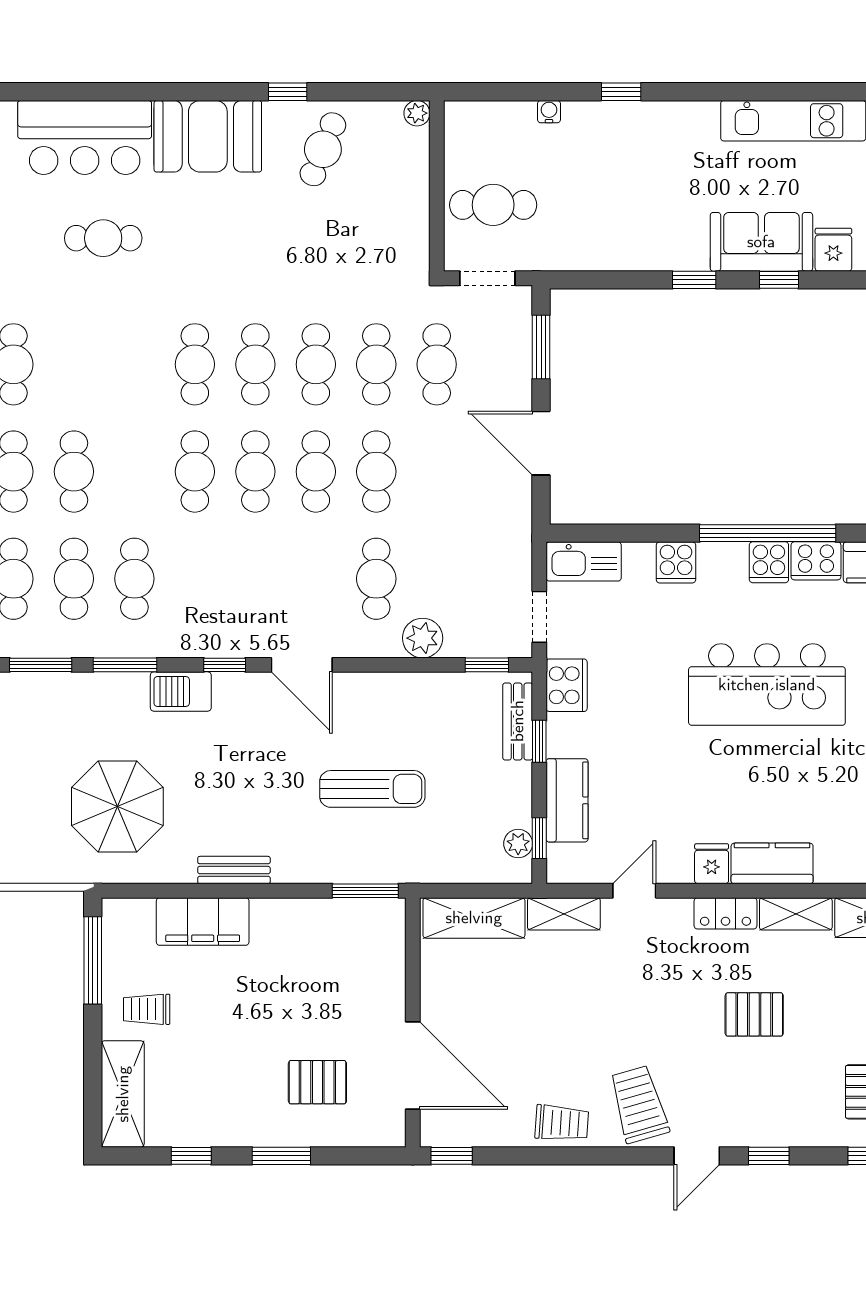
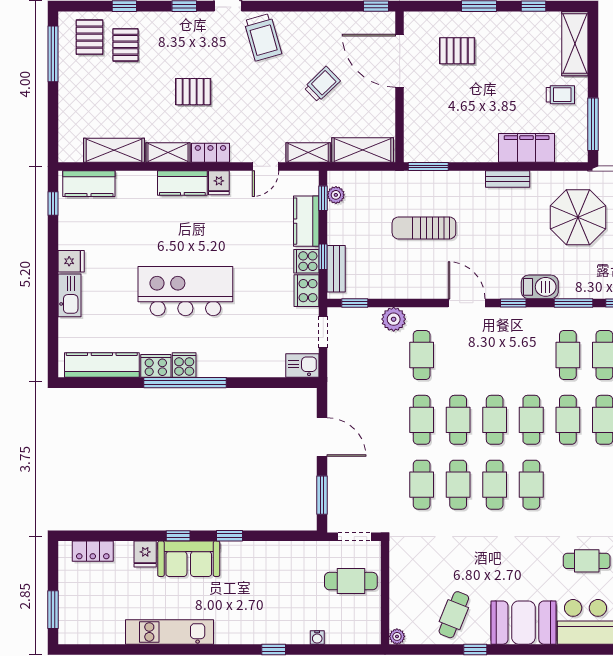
cafe table: (437, 364) -> (568, 420), moved
kitchen sink: (584, 561) -> (302, 365), width x0.73
cooker: (676, 562) -> (306, 261), moved, turned -90
trolley: (562, 1123) -> (322, 84), moved, turned 132

